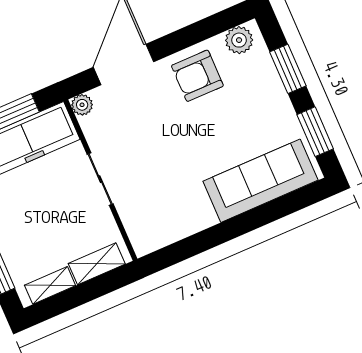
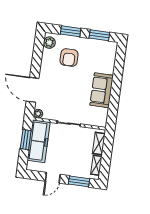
armchair: (197, 76) -> (69, 57), moved
sofa: (260, 181) -> (102, 90), moved, width x0.73

